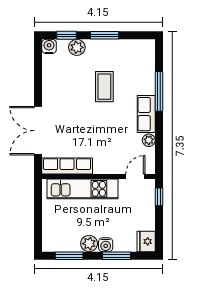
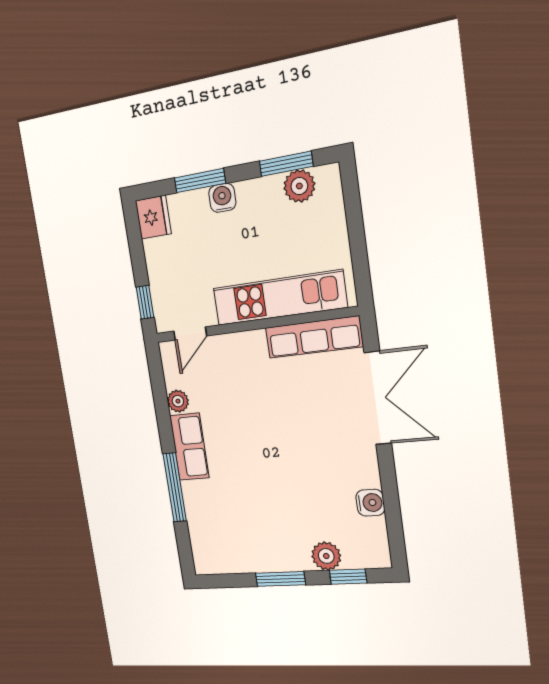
water cooler: (49, 46) -> (370, 503), moved, turned -90
coffee table: (104, 87) -> (268, 489), removed
plant: (89, 244) -> (299, 186), moved

